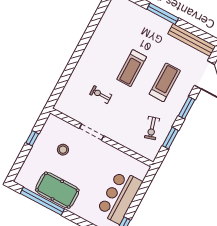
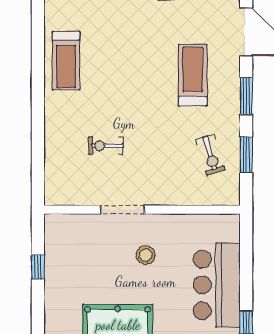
treadmill: (132, 68) -> (66, 61), moved
stool: (63, 150) -> (146, 255), moved

